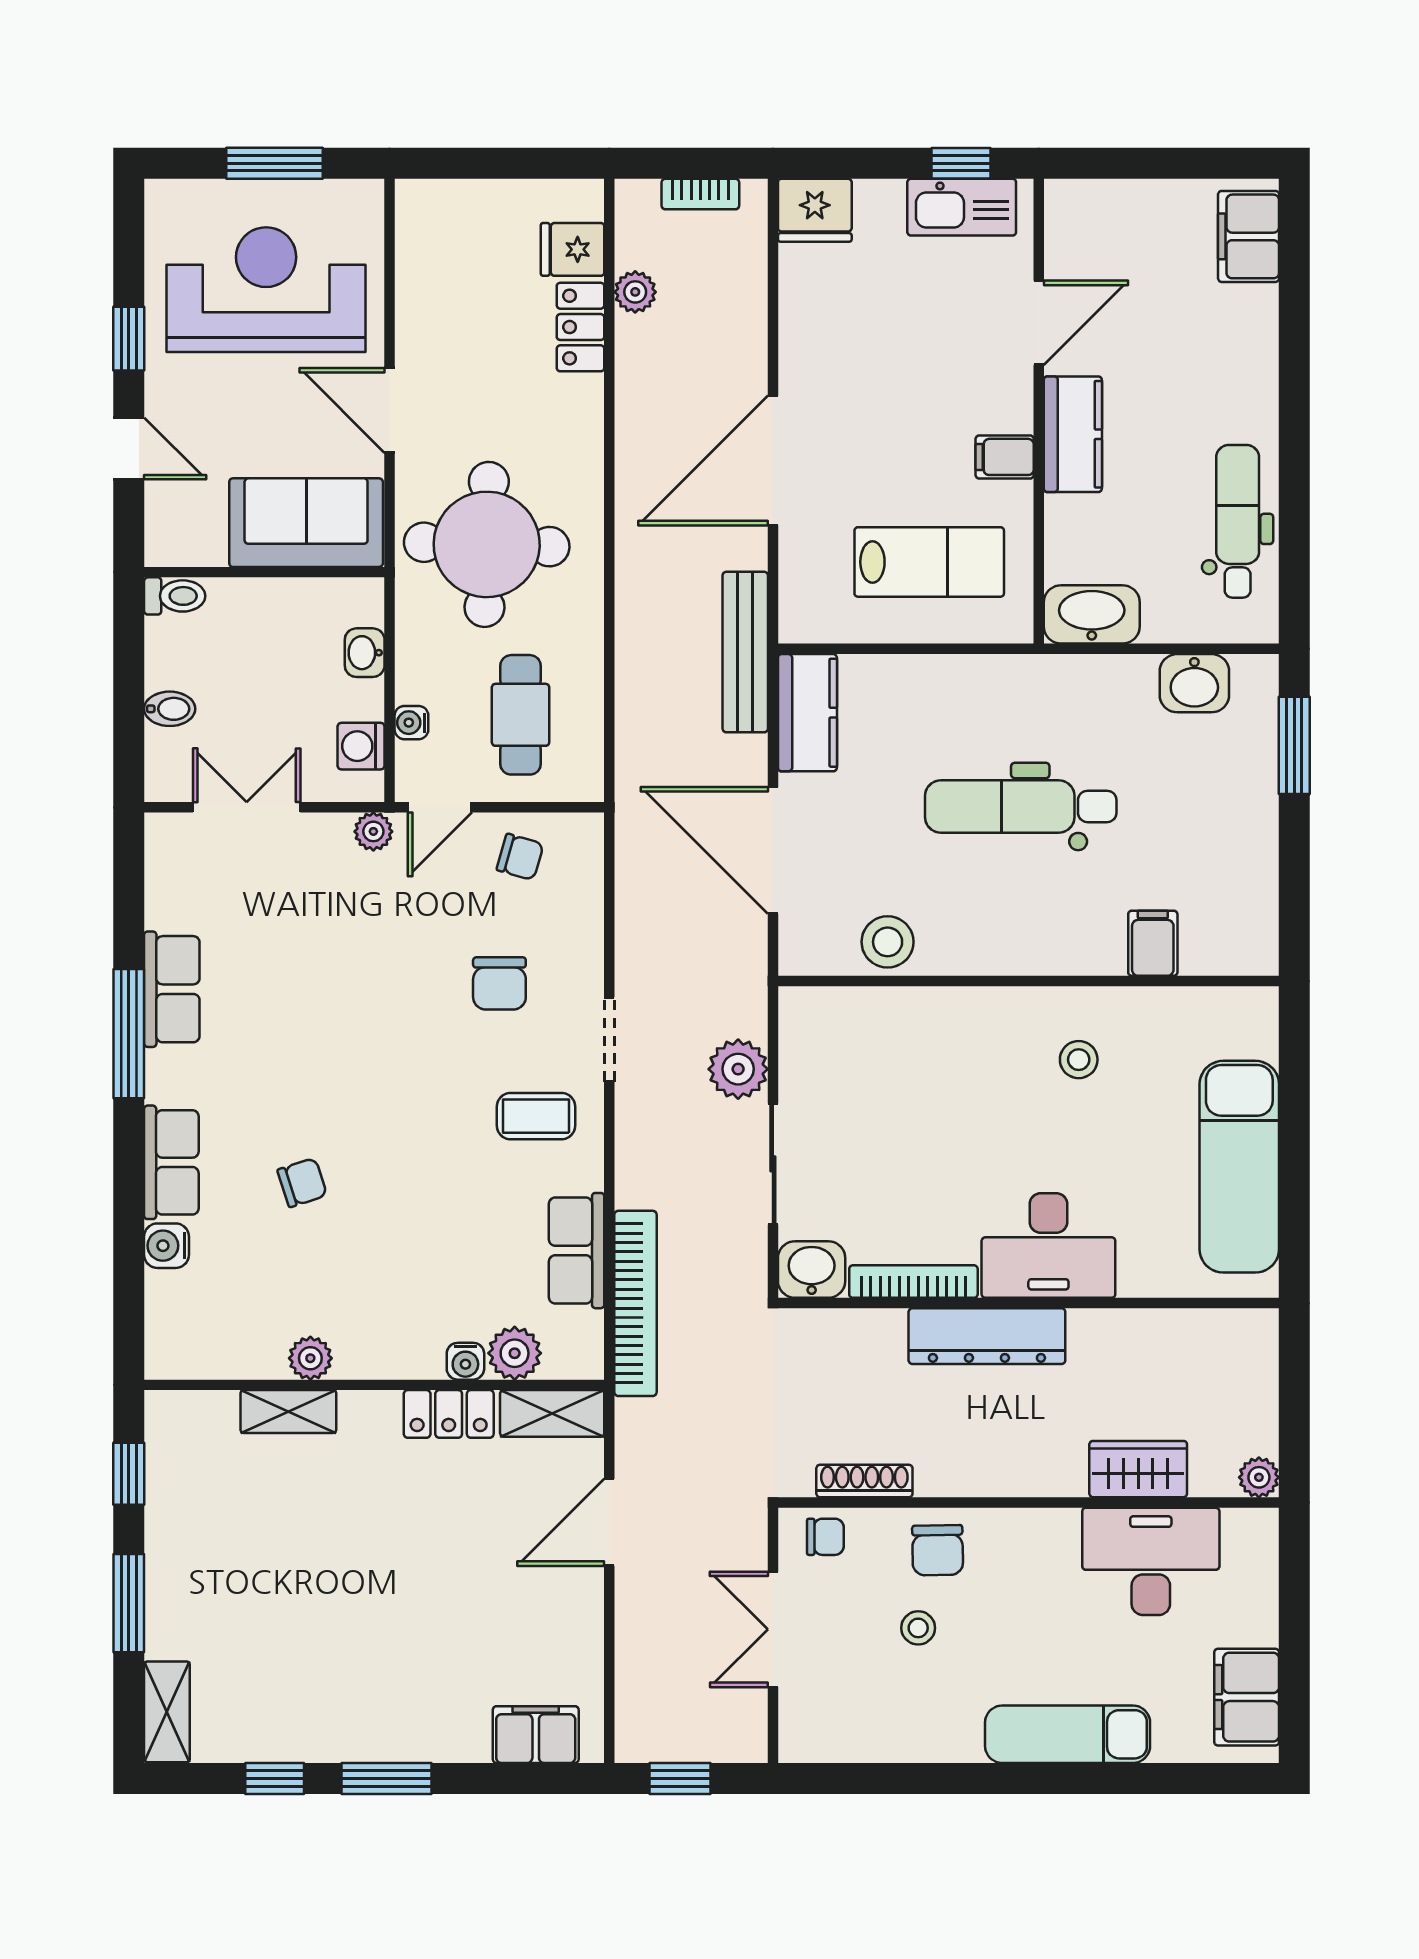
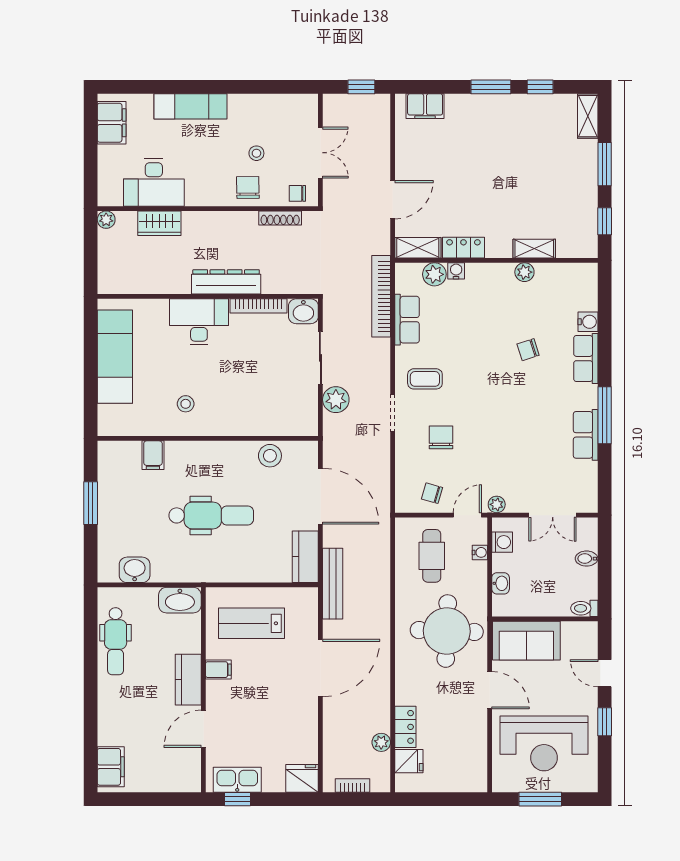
window: (1294, 745) -> (91, 503), moved

